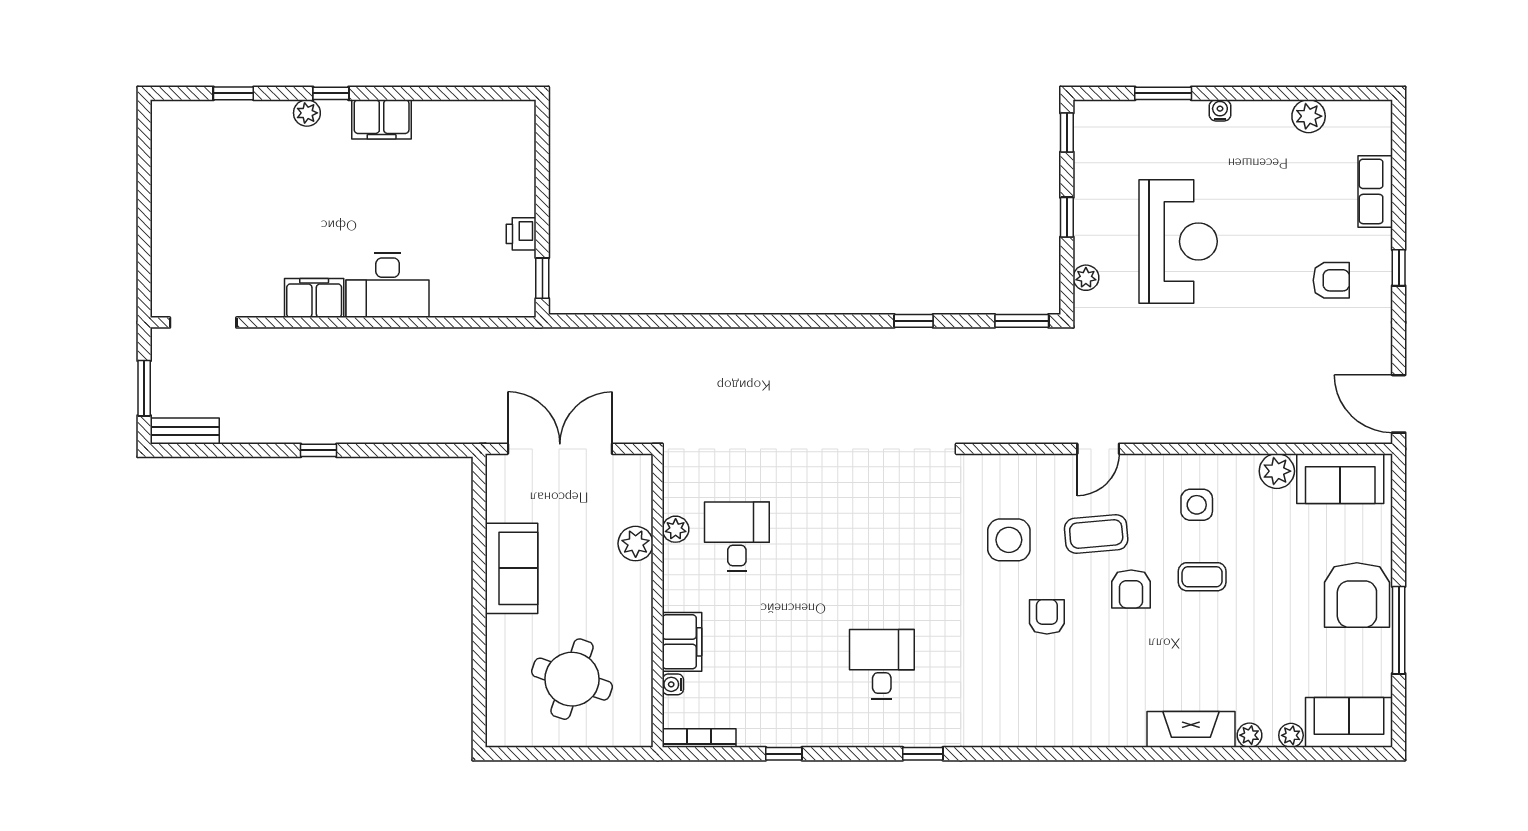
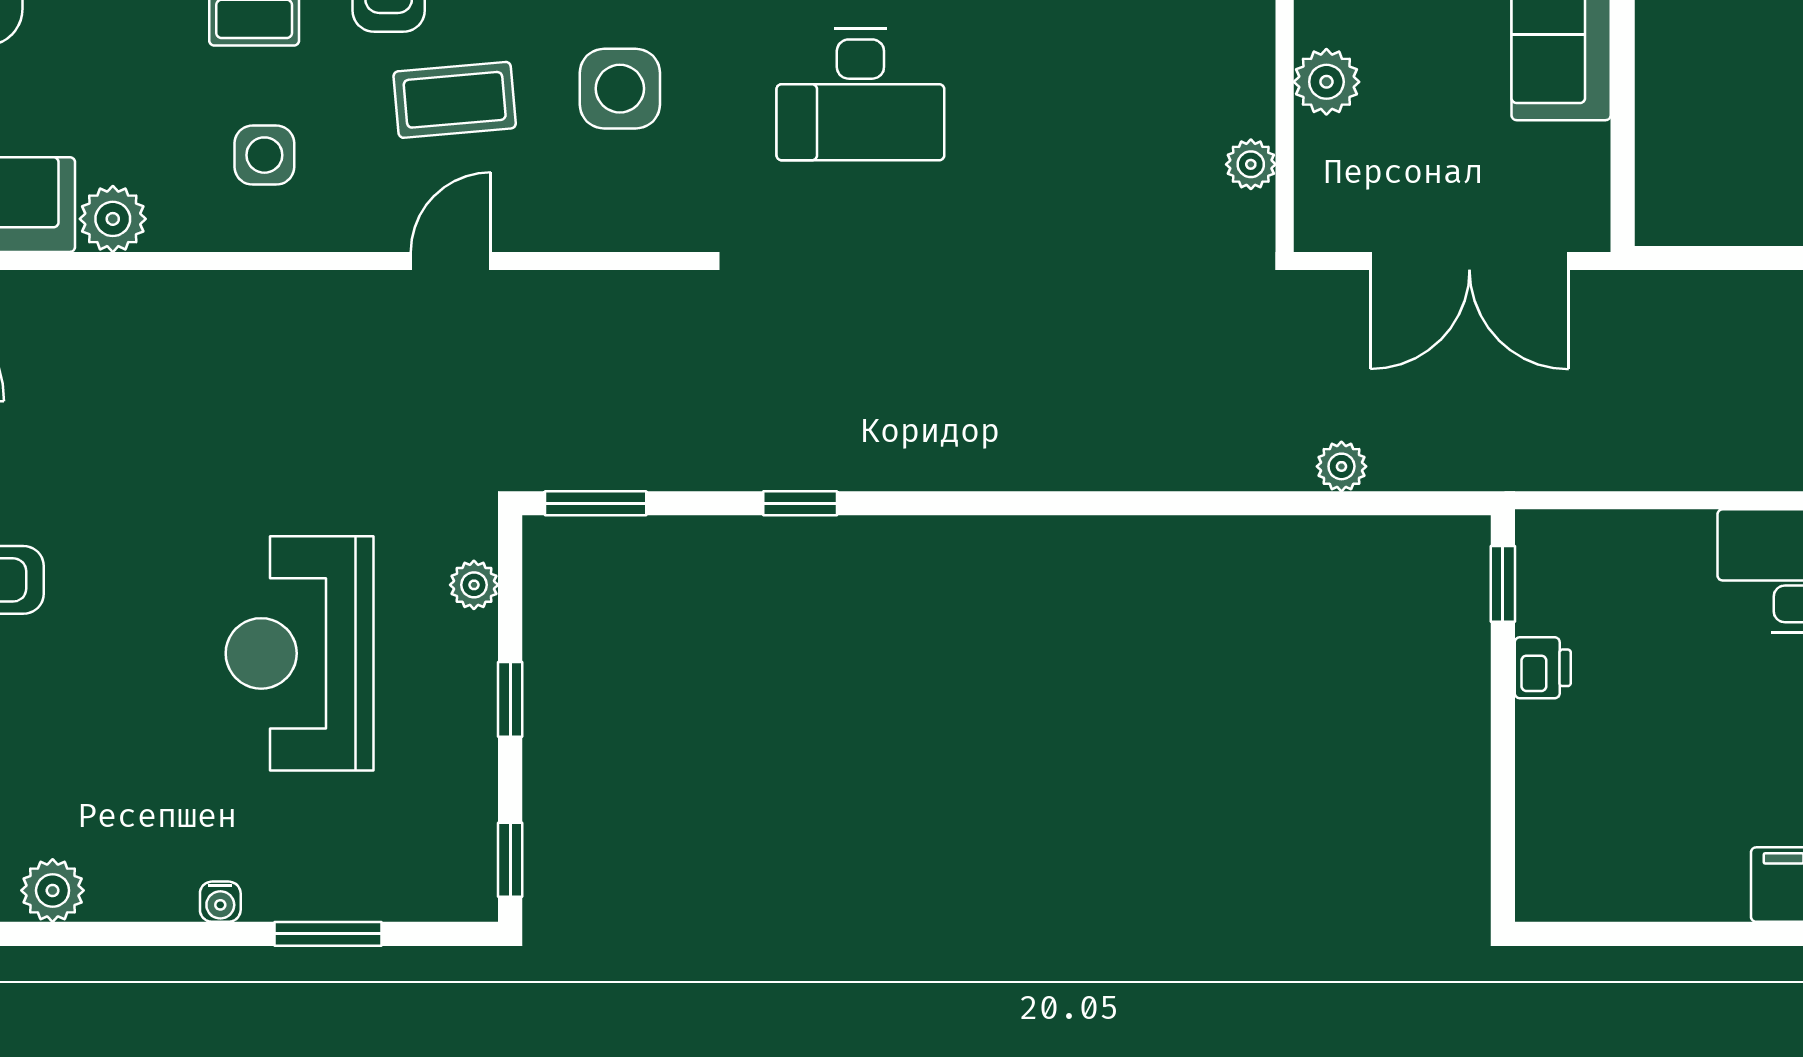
plant: (628, 340) -> (1341, 466), added
plant: (676, 529) -> (1251, 164), moved
desk: (737, 537) -> (860, 95), moved, width x1.37

